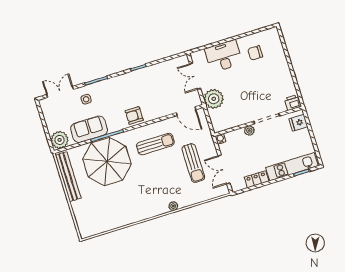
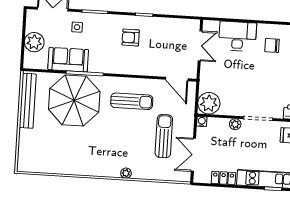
double door: (195, 76) -> (200, 46), swing flipped
plant: (214, 99) -> (209, 103), moved
armchair: (134, 116) -> (131, 38), moved
plant: (60, 140) -> (34, 42), moved
sun lounger: (193, 163) -> (164, 136), turned 180

